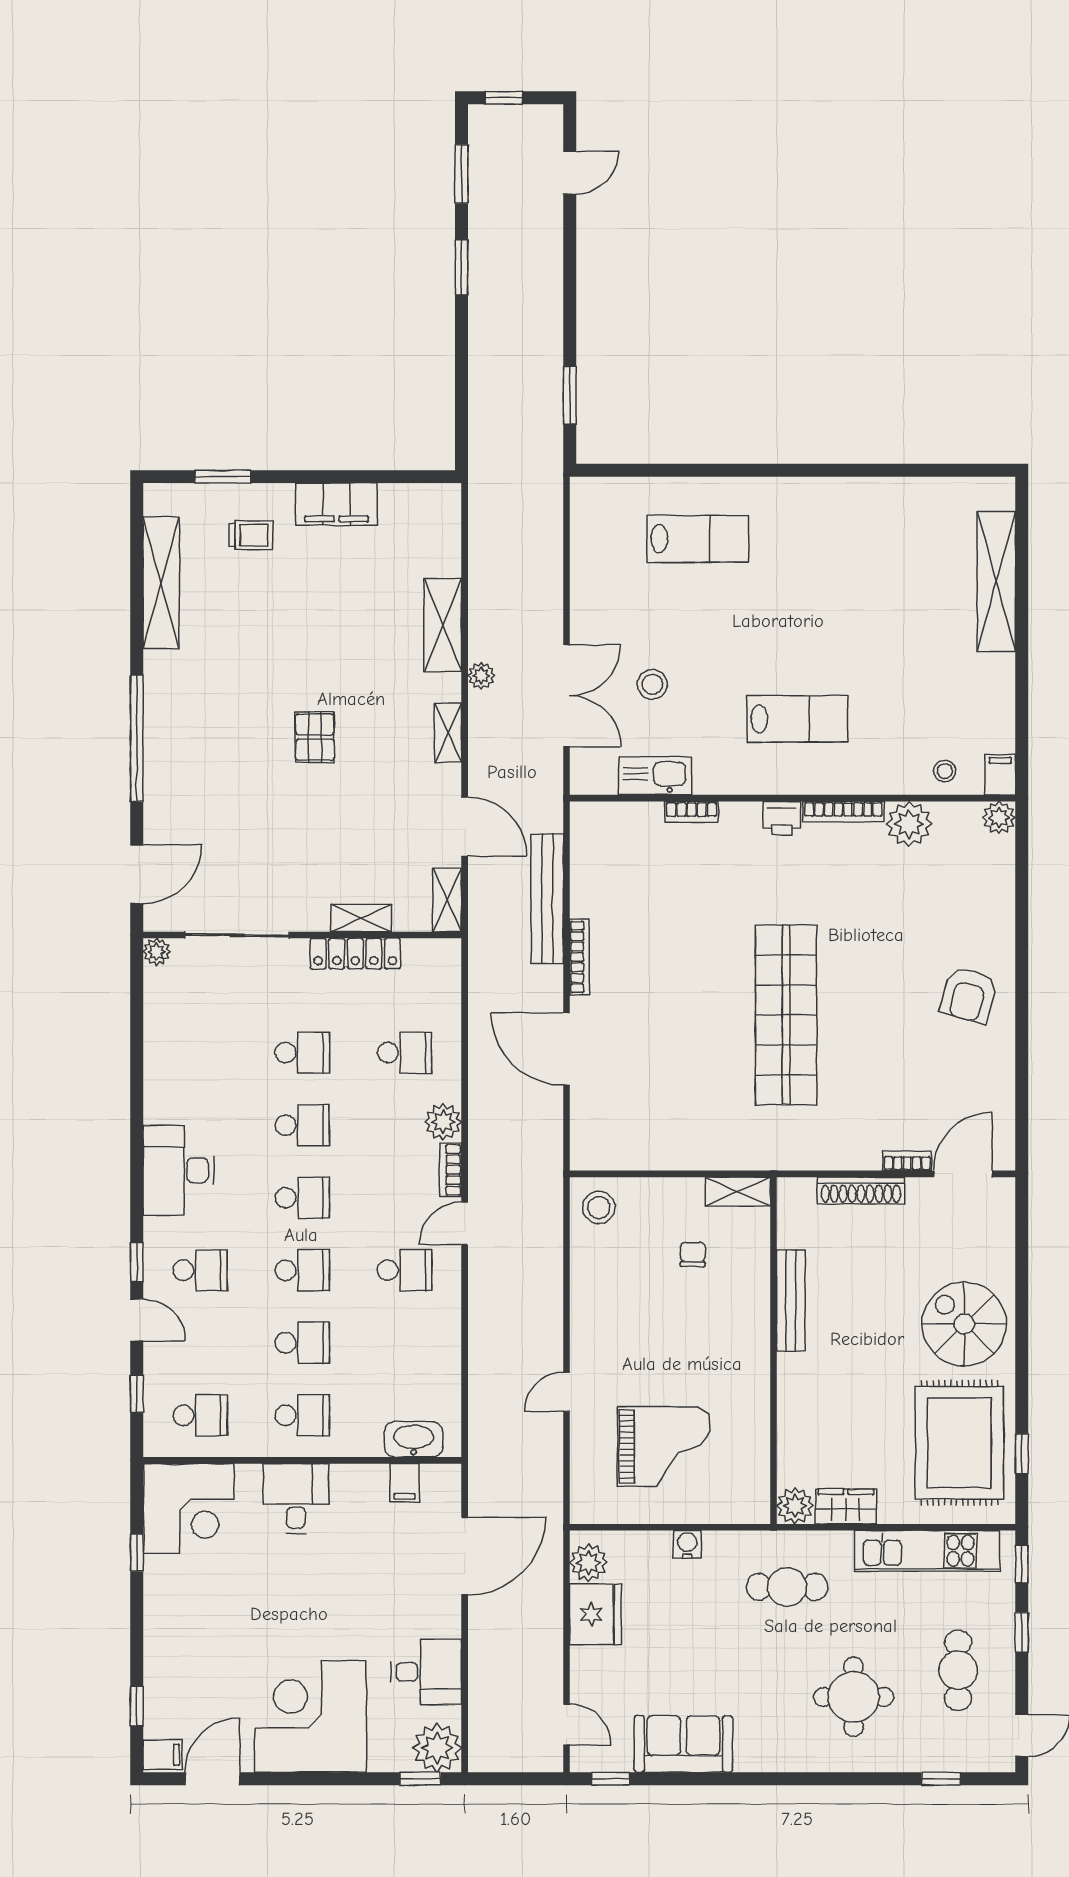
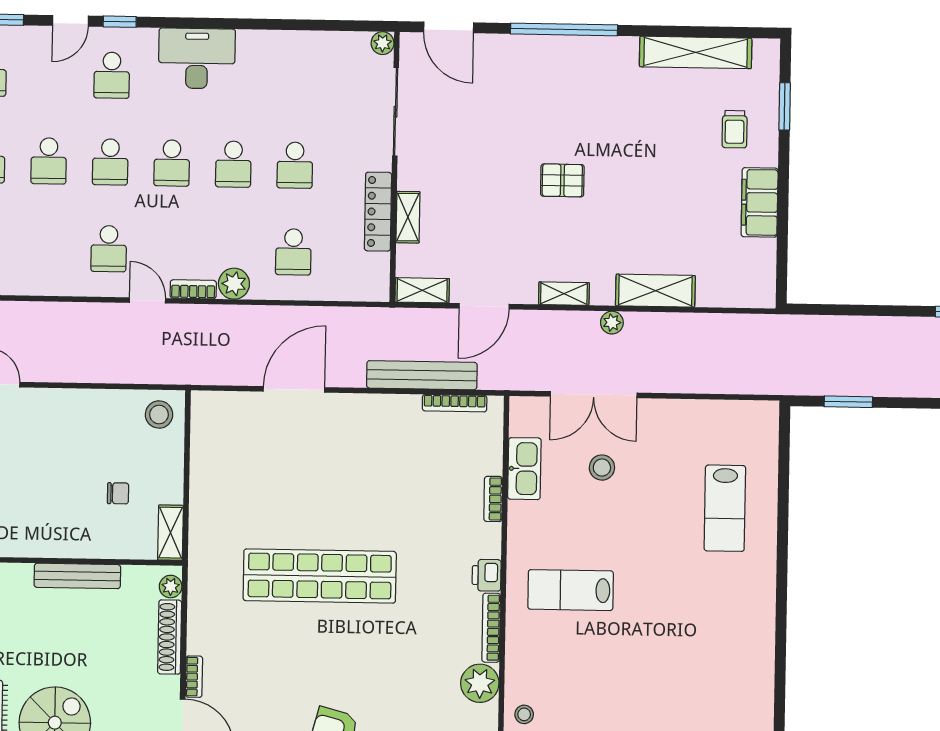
lab bench: (797, 719) -> (571, 590), turned 90
bookcase: (579, 957) -> (455, 403), moved
plant: (801, 1190) -> (171, 587), added

